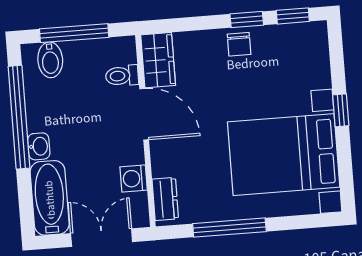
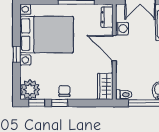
plant: (308, 42) -> (30, 90), added
toilet: (122, 76) -> (124, 95), moved
door: (144, 114) -> (114, 48), moved

